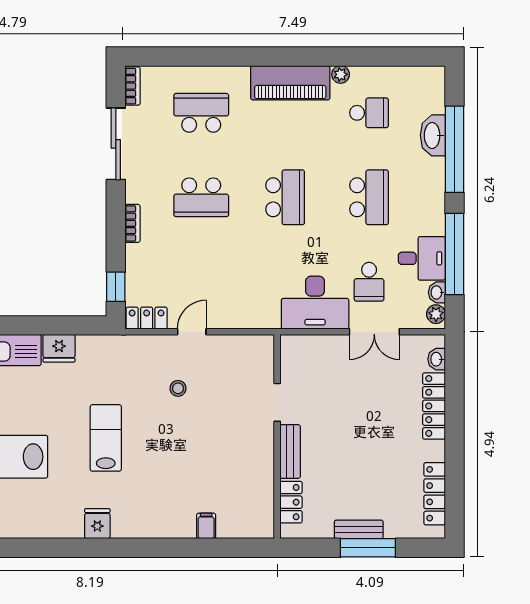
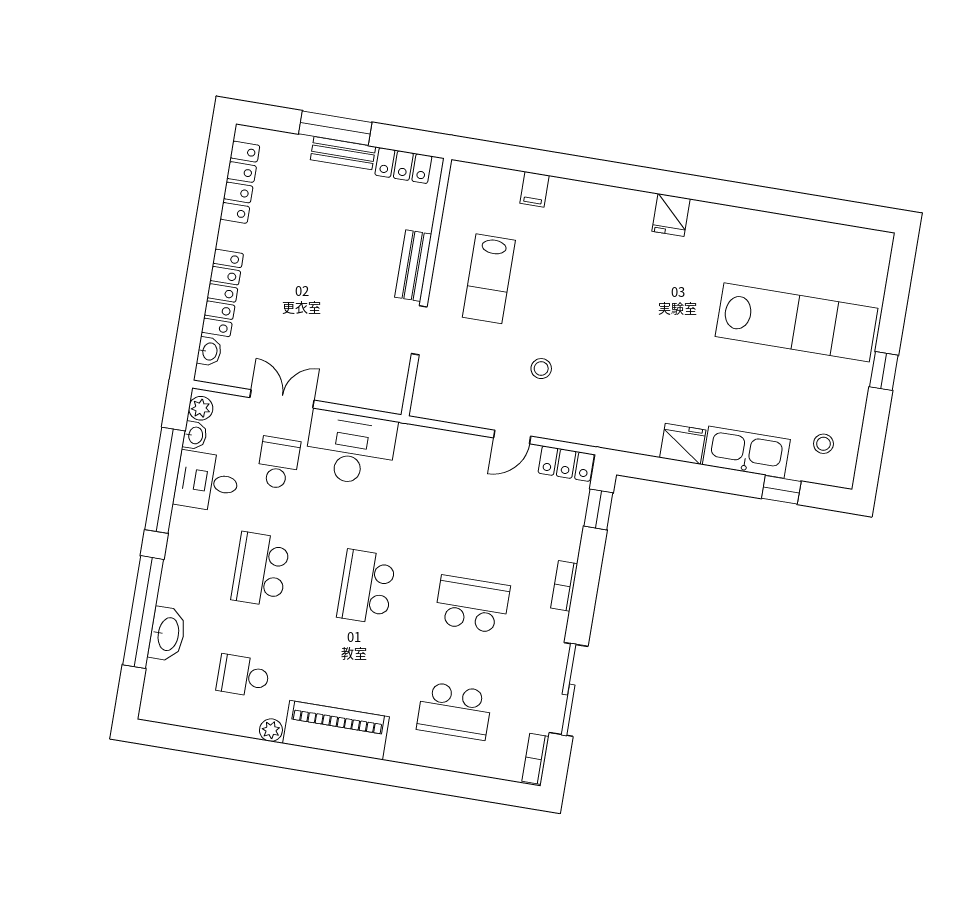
lab bench: (106, 438) -> (489, 279), moved
locker: (291, 502) -> (403, 166), moved, turned -90

